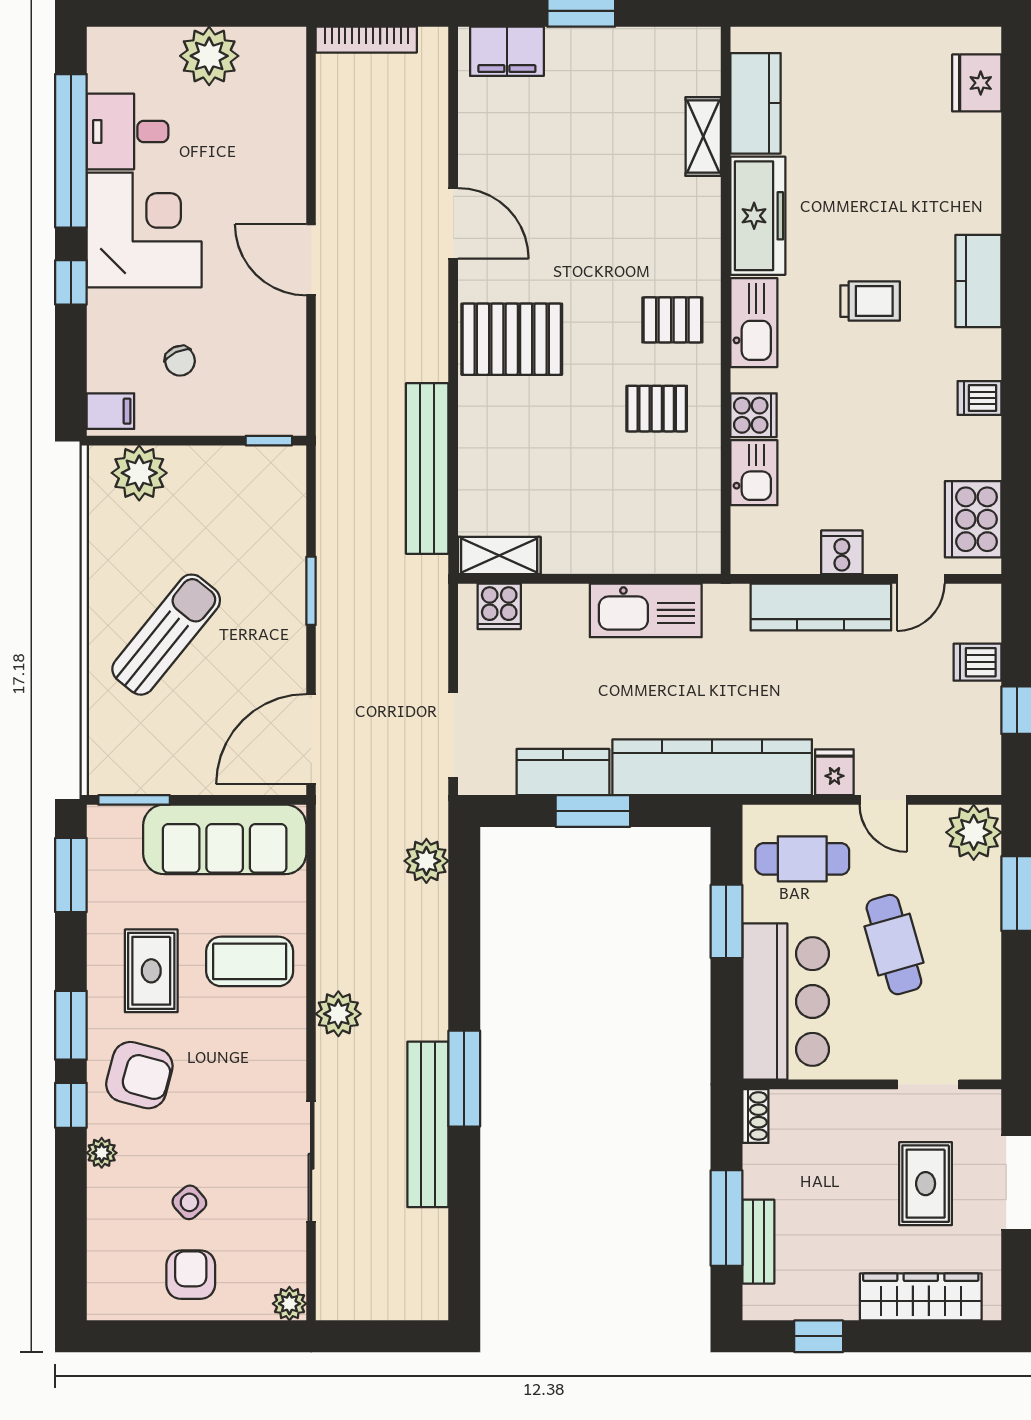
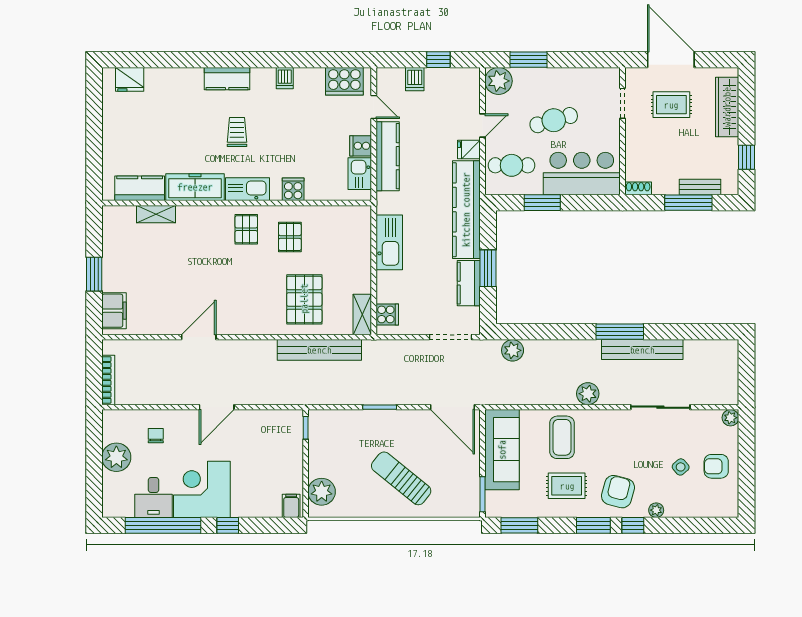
pallet: (512, 339) -> (304, 299), moved
chair: (180, 361) -> (156, 436), moved, turned -65
kitchen sink: (754, 473) -> (360, 174), moved, turned -90
cafe table: (802, 859) -> (512, 165), turned 90

